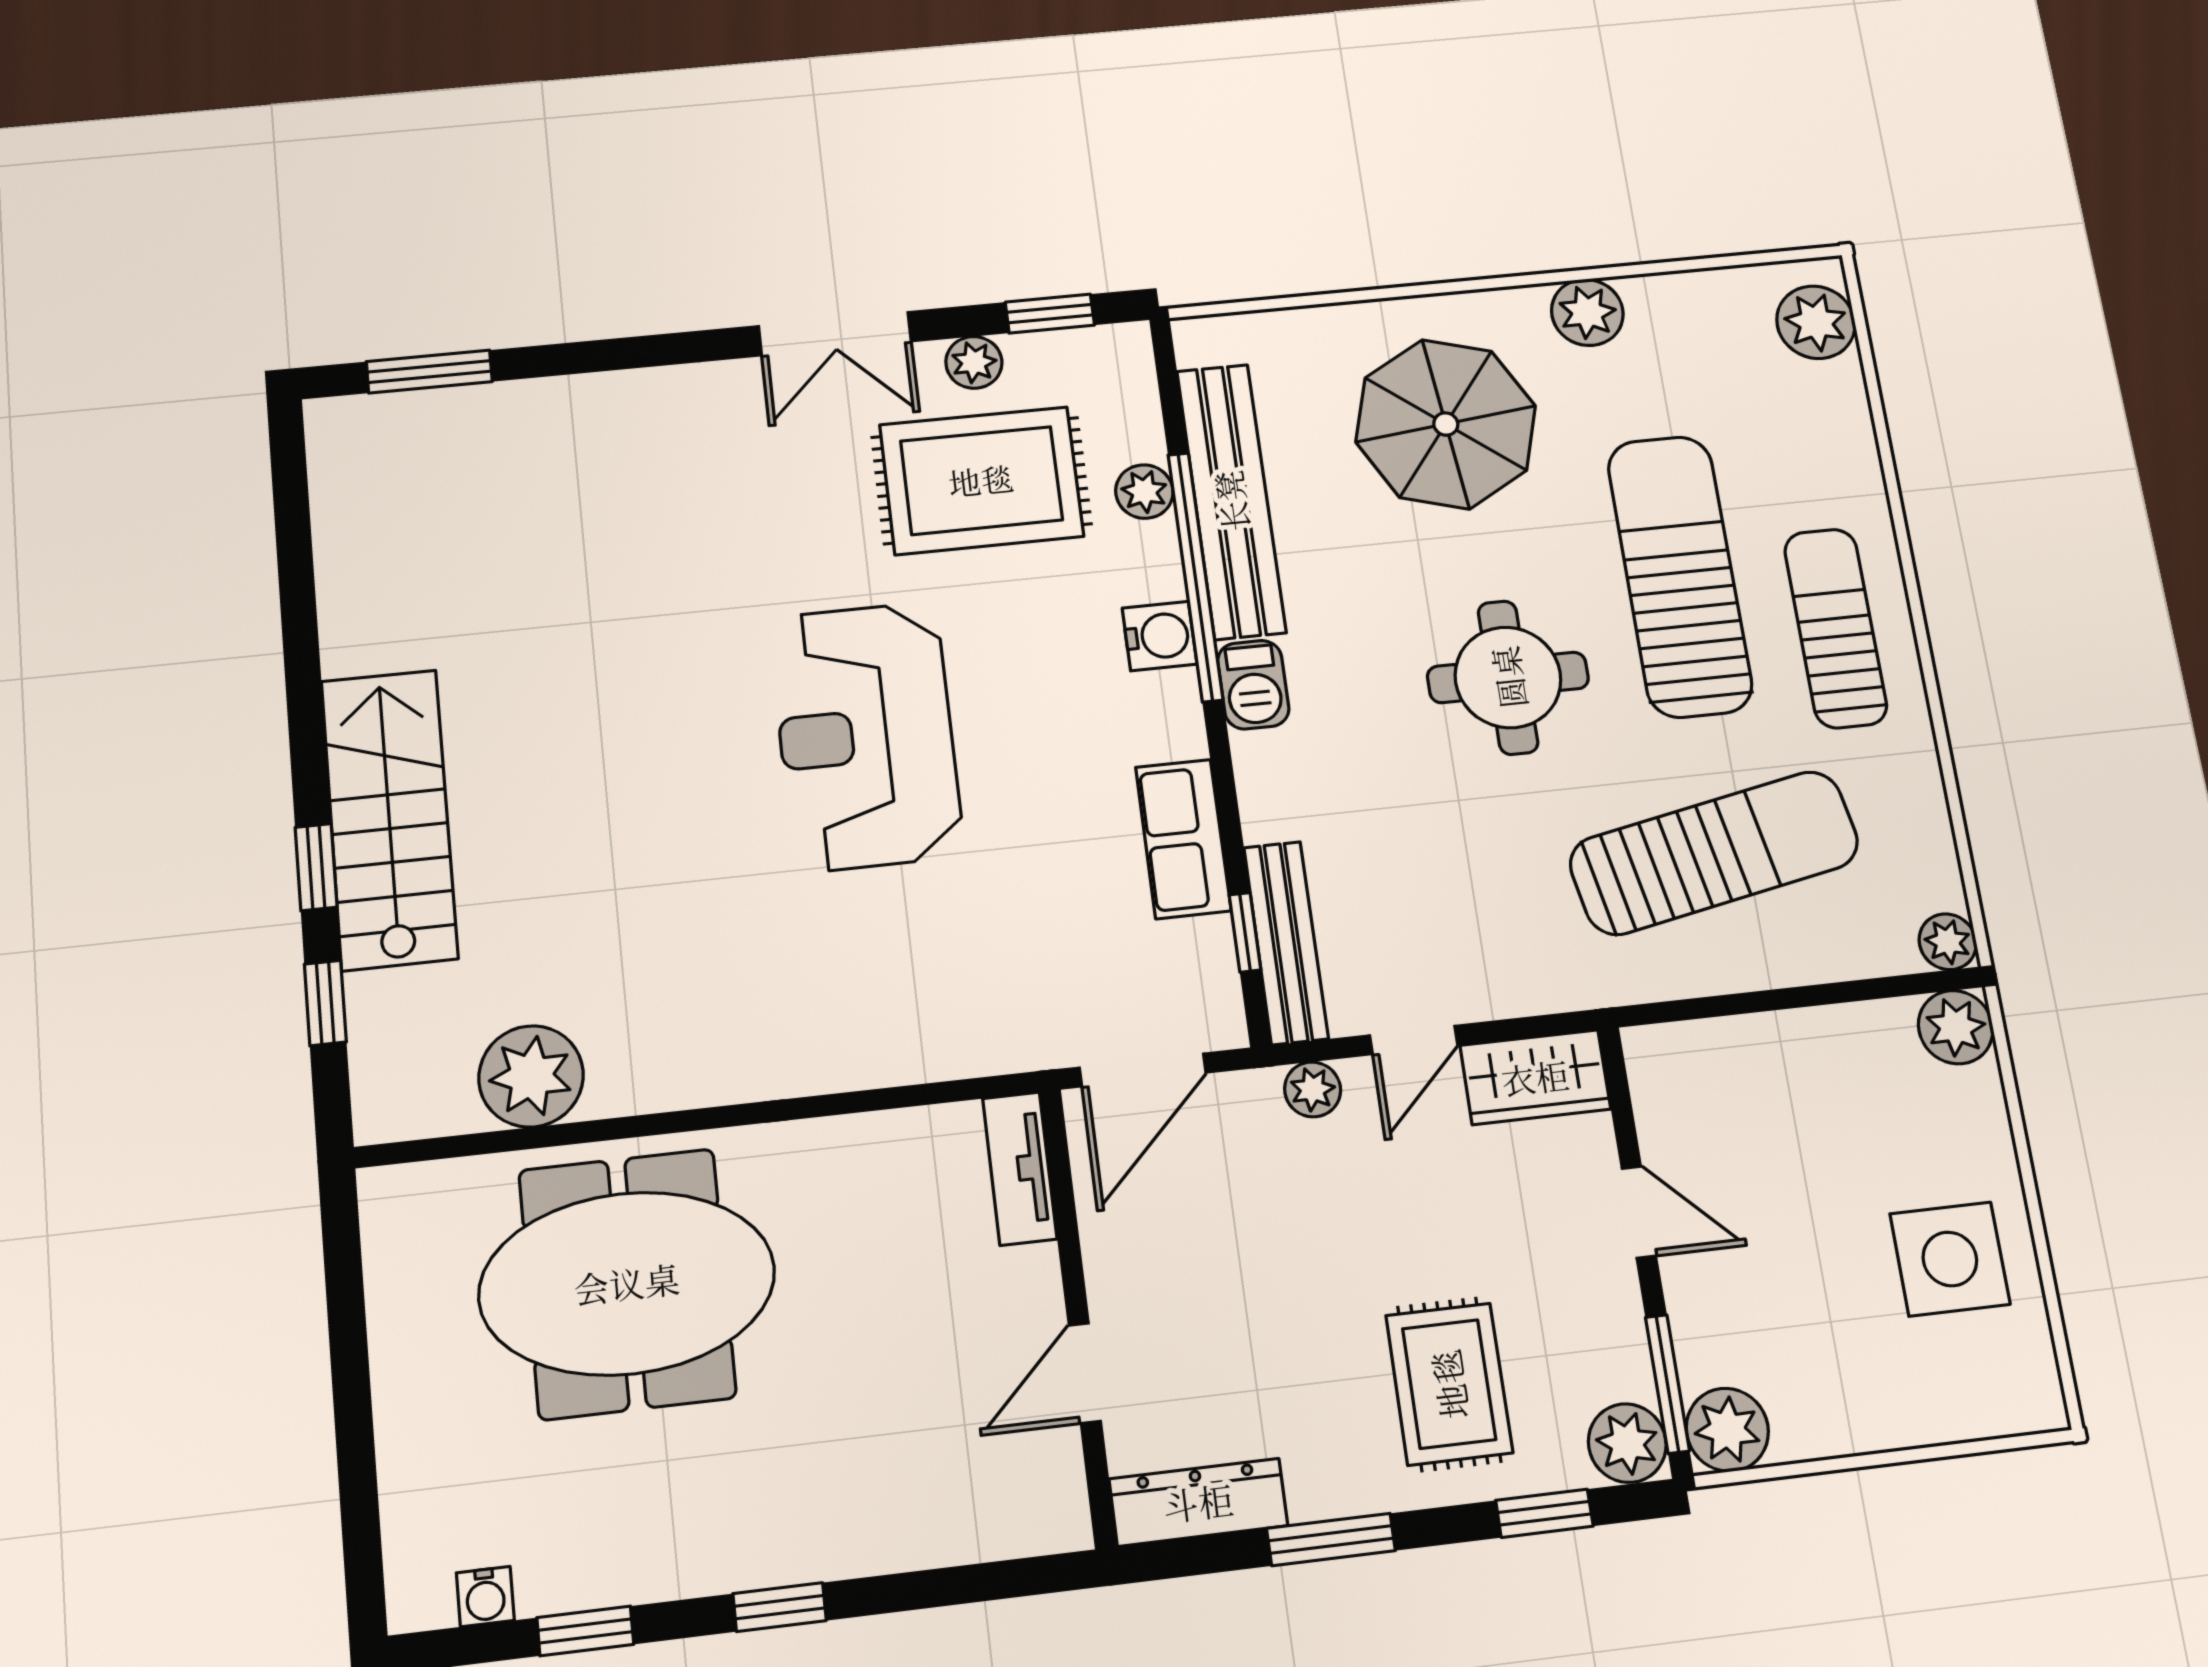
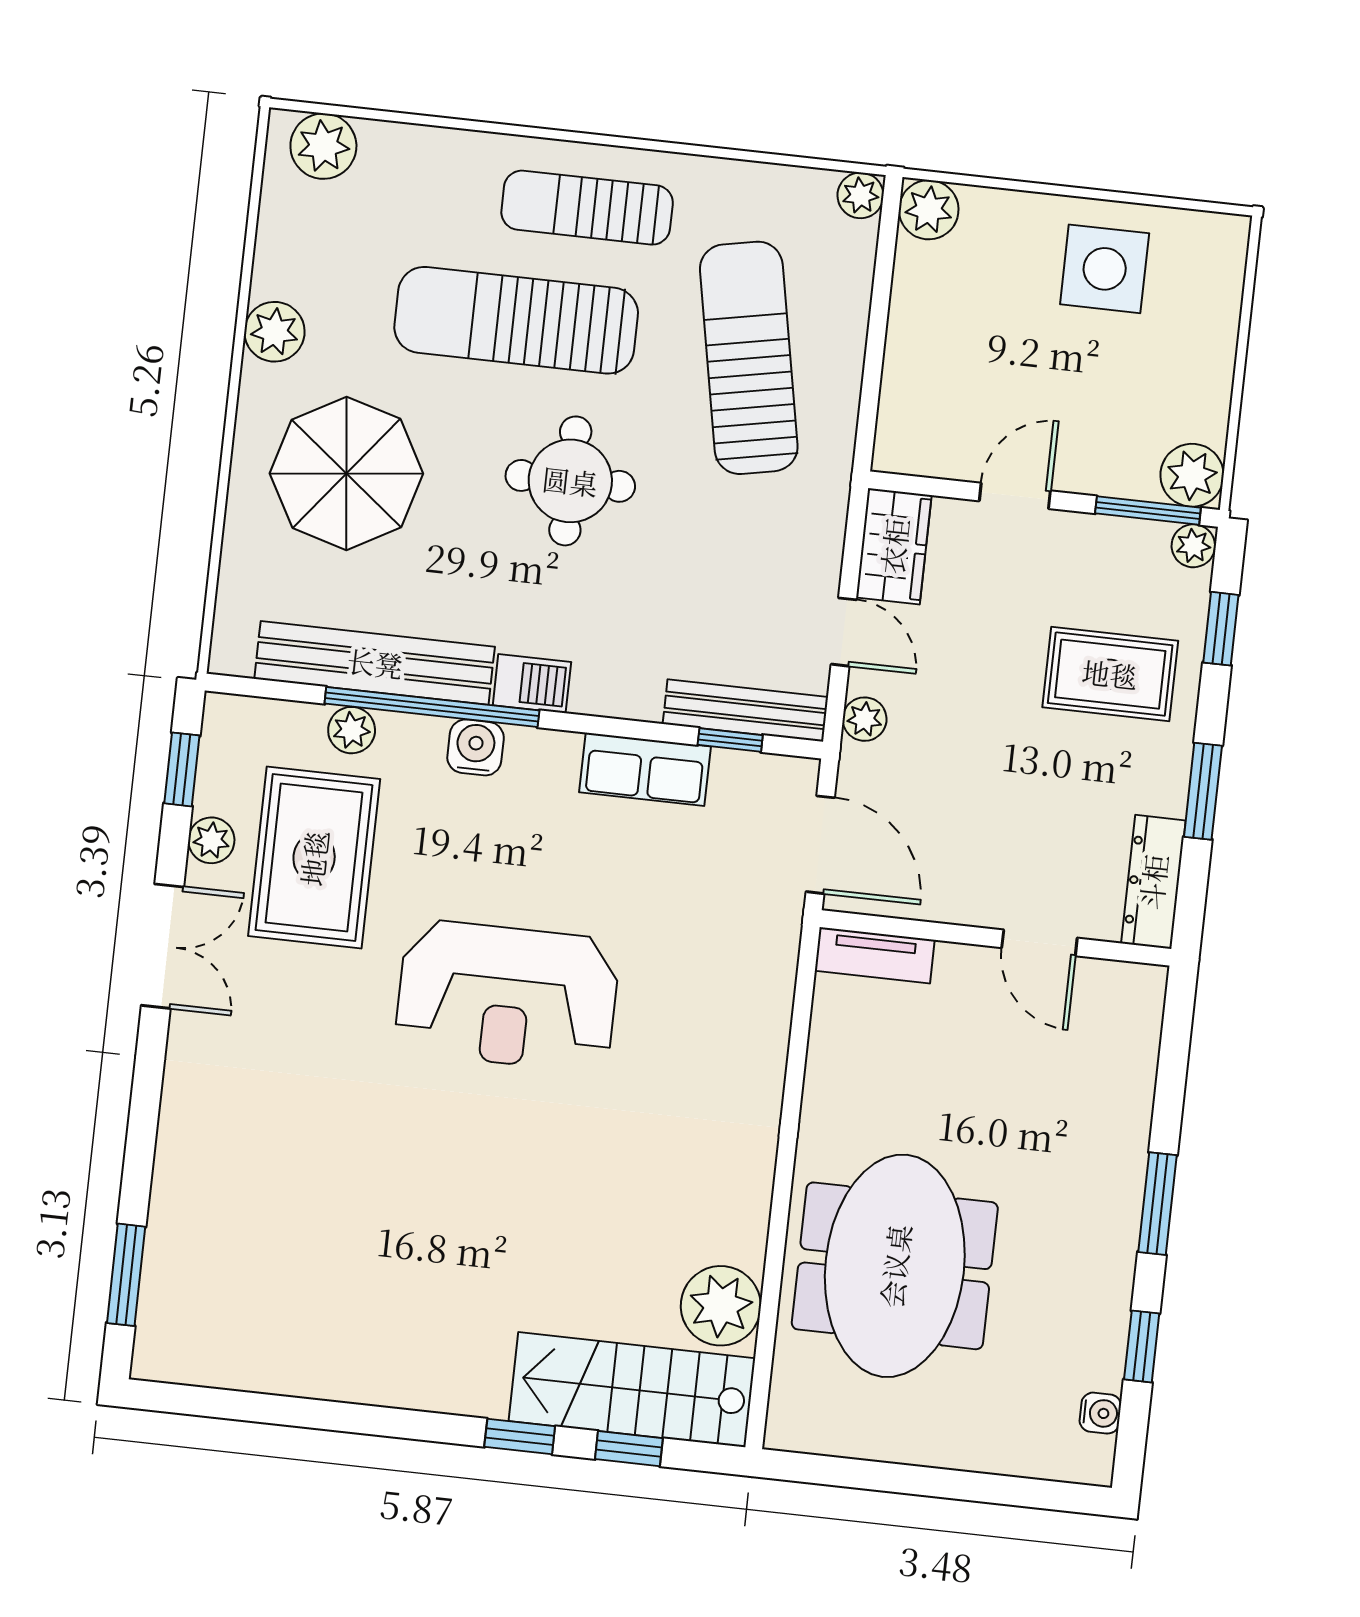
stairs: (389, 819) -> (632, 1390), moved
plant: (1627, 1443) -> (1193, 546), width x0.73, depth x0.73
window: (780, 1607) -> (1157, 1204), width x1.50

